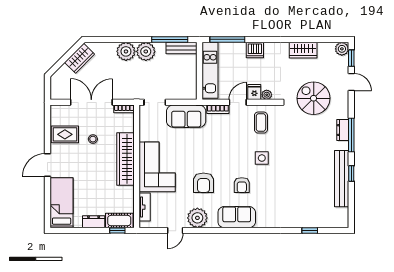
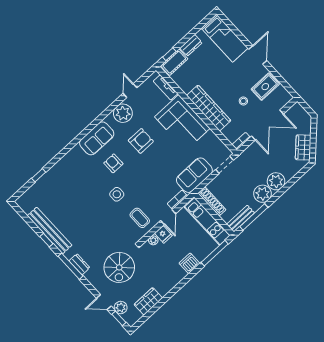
plant: (342, 49) -> (121, 307), moved
wardrobe: (303, 50) -> (148, 301), moved
shoe rack: (192, 83) -> (212, 201), added
spiral stairs: (314, 98) -> (119, 267), turned 90
armchair: (204, 183) -> (141, 141), turned 90

